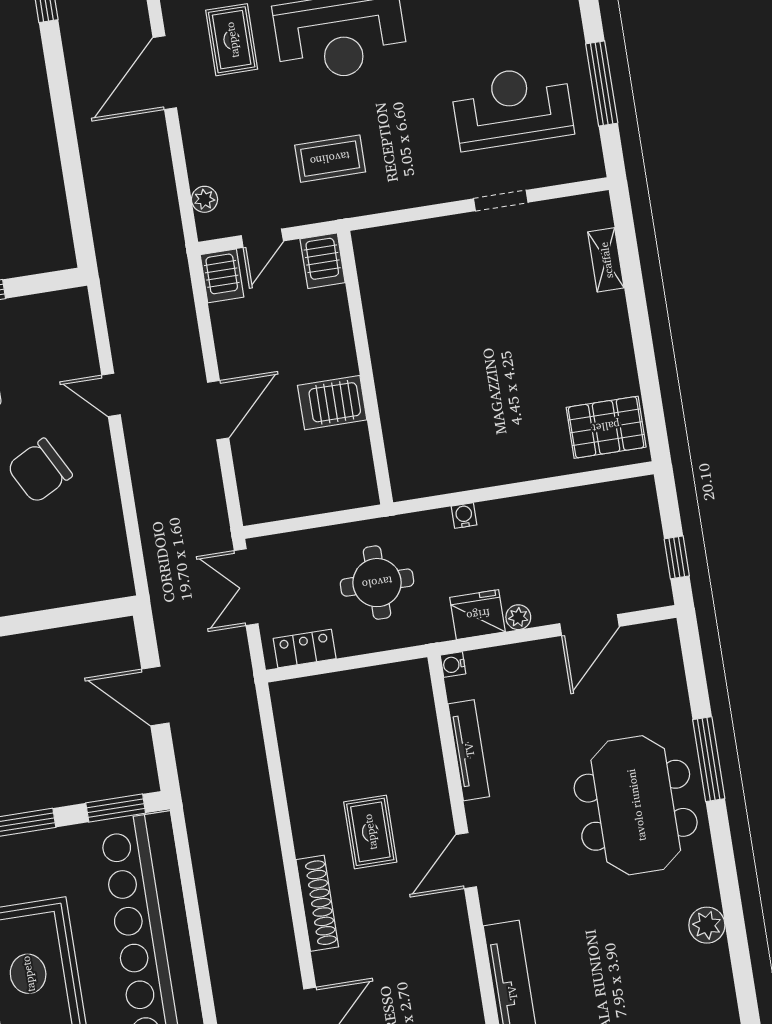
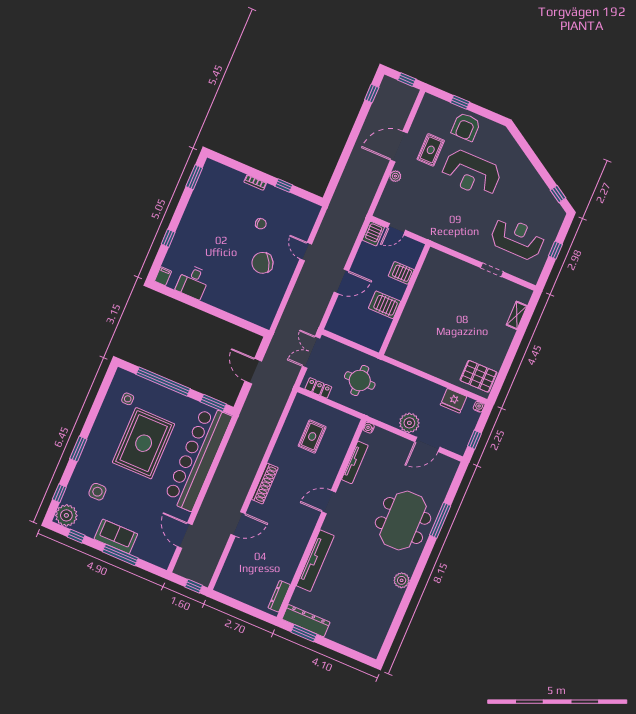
window: (602, 83) -> (555, 250), width x0.46
coffee table: (330, 159) -> (439, 216), removed
plant: (204, 199) -> (395, 176), moved
server rack: (323, 261) -> (401, 273), moved, turned 90
water cooler: (464, 516) -> (479, 407), moved
fridge: (478, 615) -> (454, 401), moved, turned 180
plant: (518, 617) -> (409, 423), width x1.87, depth x1.87
rug: (370, 832) -> (312, 436), moved

